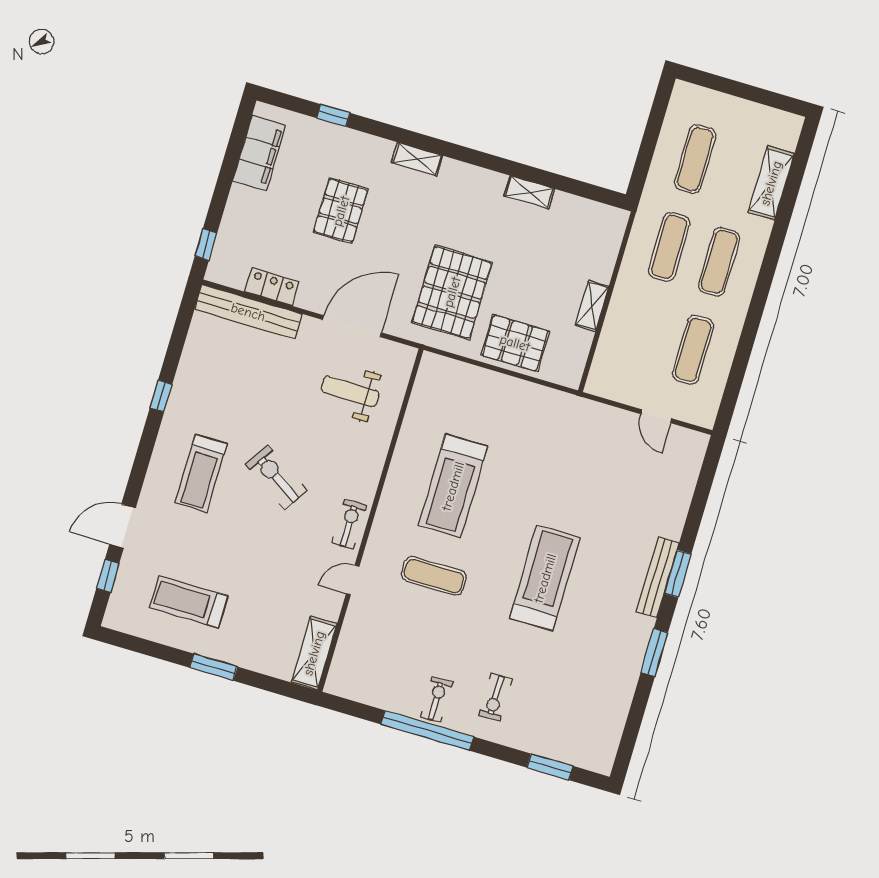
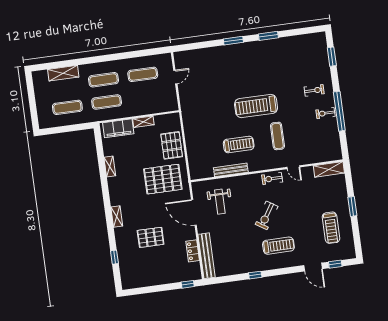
filing cabinet: (259, 153) -> (118, 128), moved, turned 180
treadmill: (453, 486) -> (239, 144), width x0.73, depth x0.73
bench: (658, 577) -> (231, 170), moved
treadmill: (545, 578) -> (256, 106), moved

